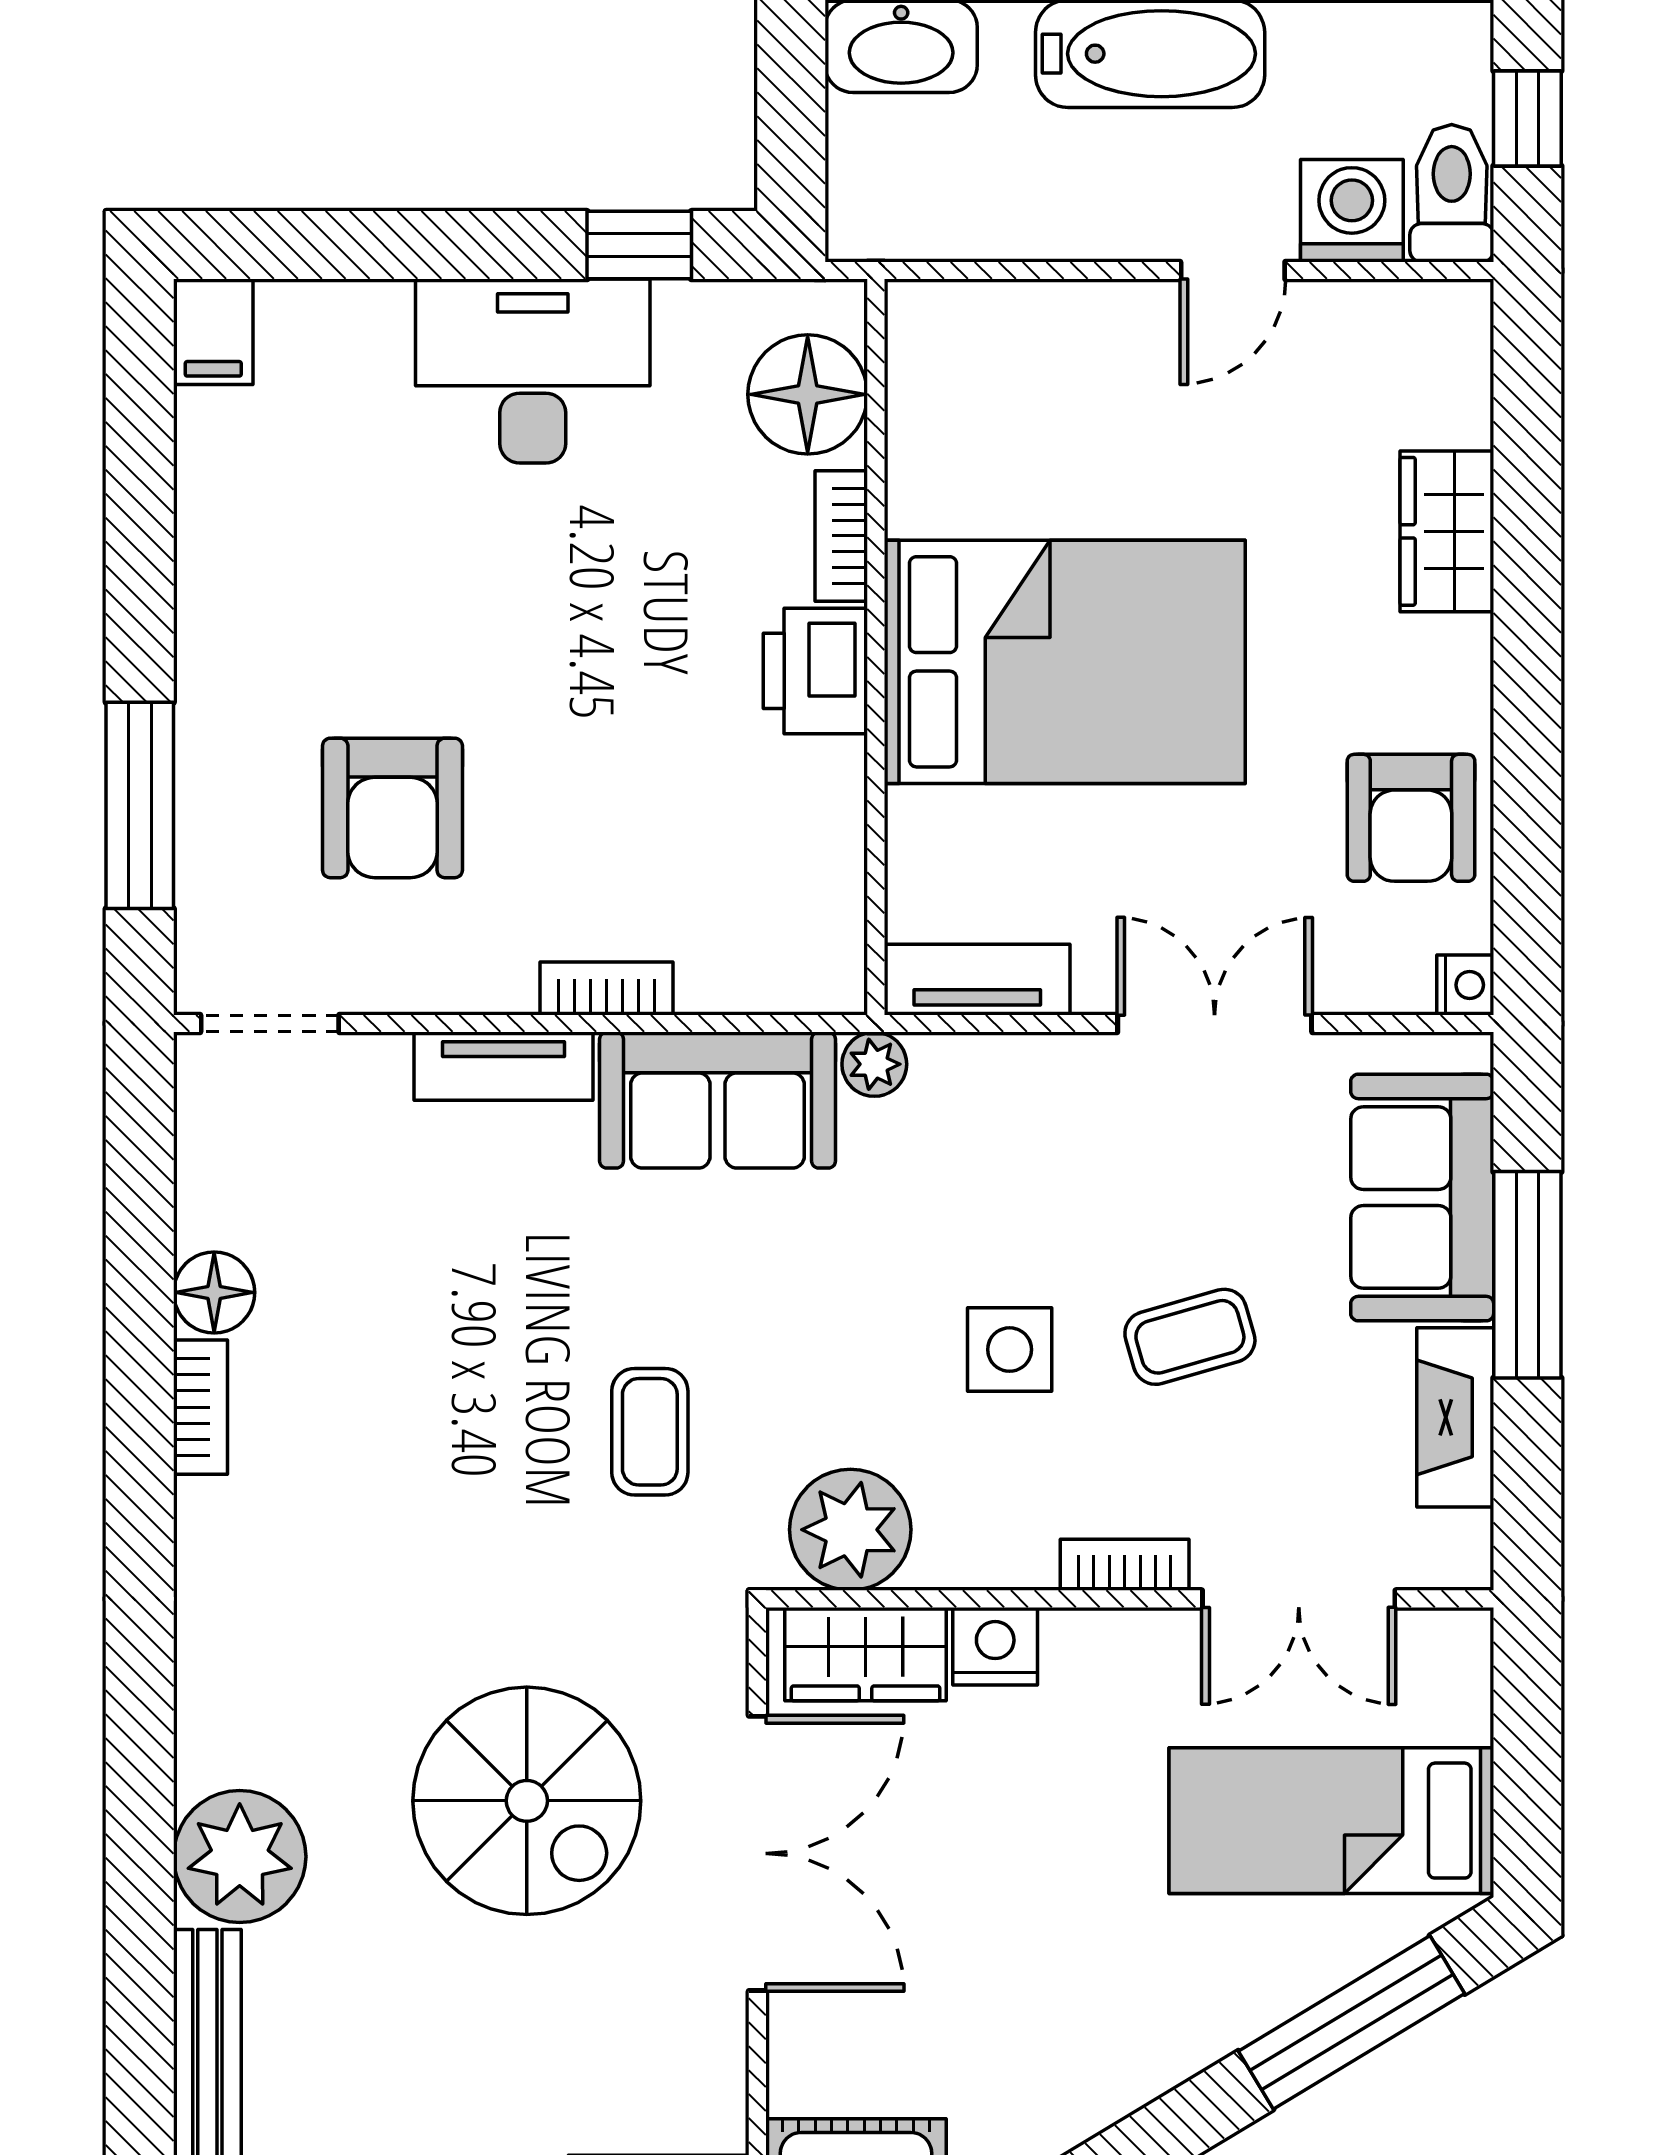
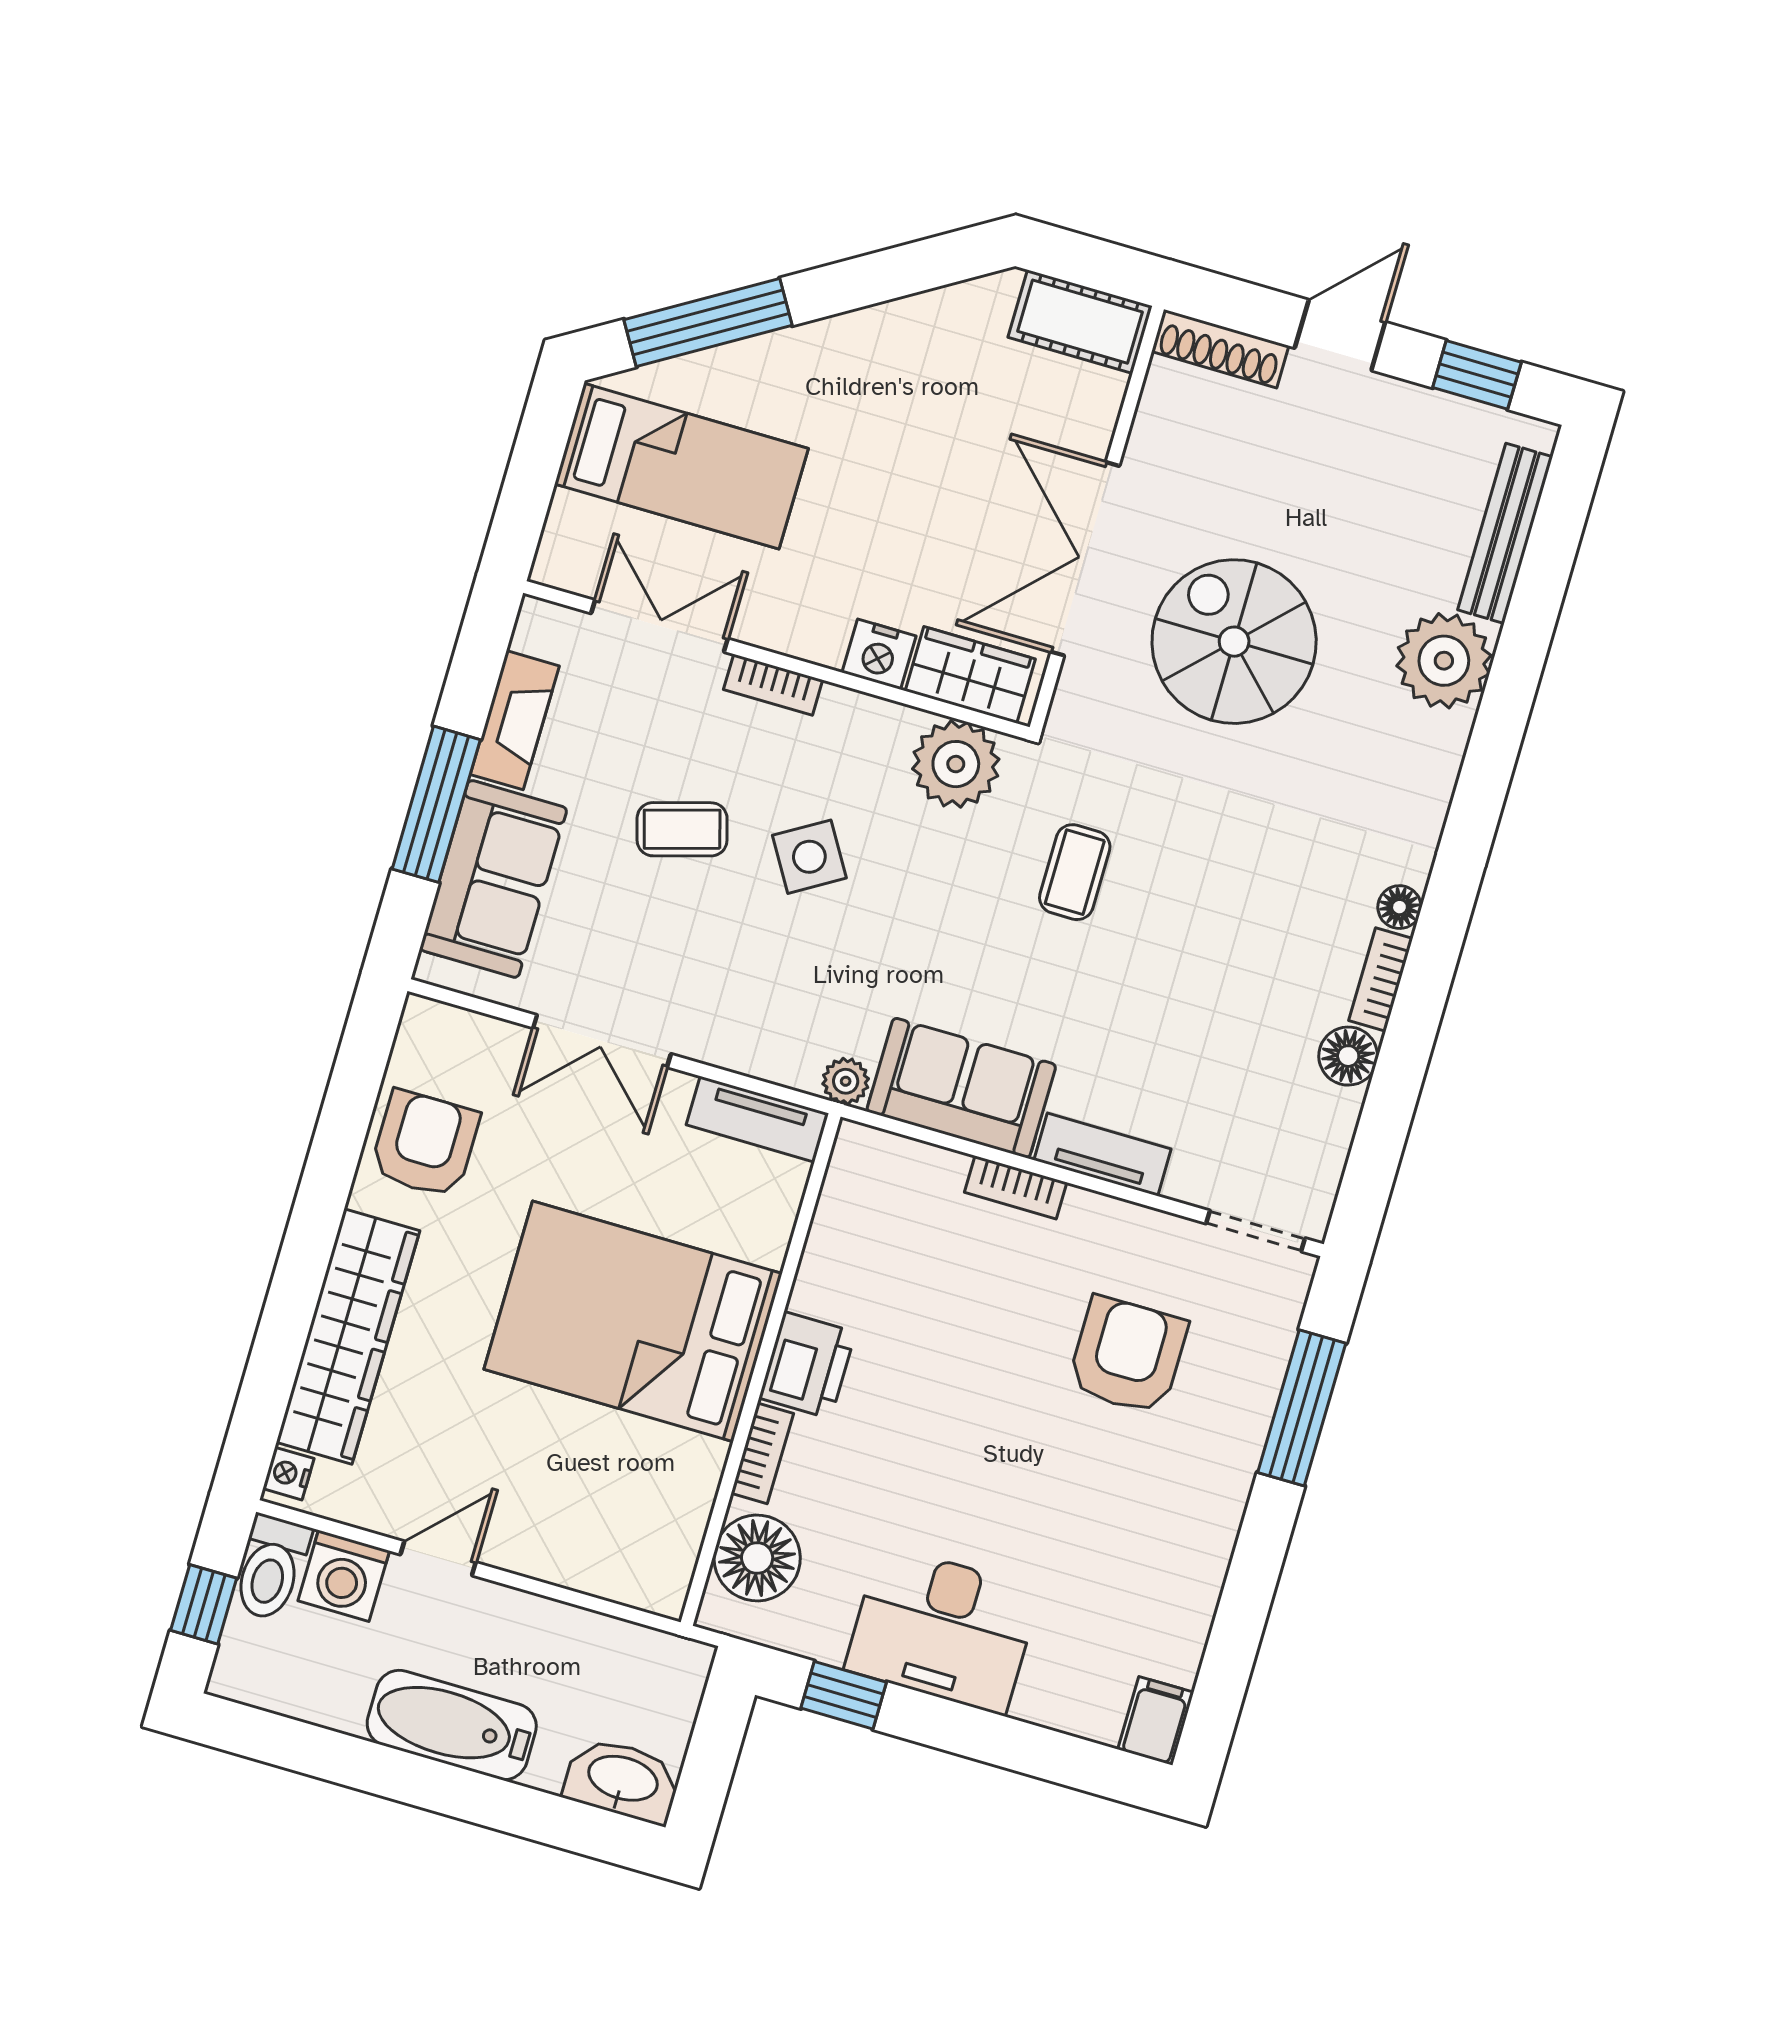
wardrobe: (1447, 531) -> (348, 1336), width x2.10, depth x1.17
nightstand: (1465, 985) -> (288, 1474), moved
side table: (1010, 1350) -> (809, 857), turned -31
floor lamp: (203, 1511) -> (1399, 907), added

